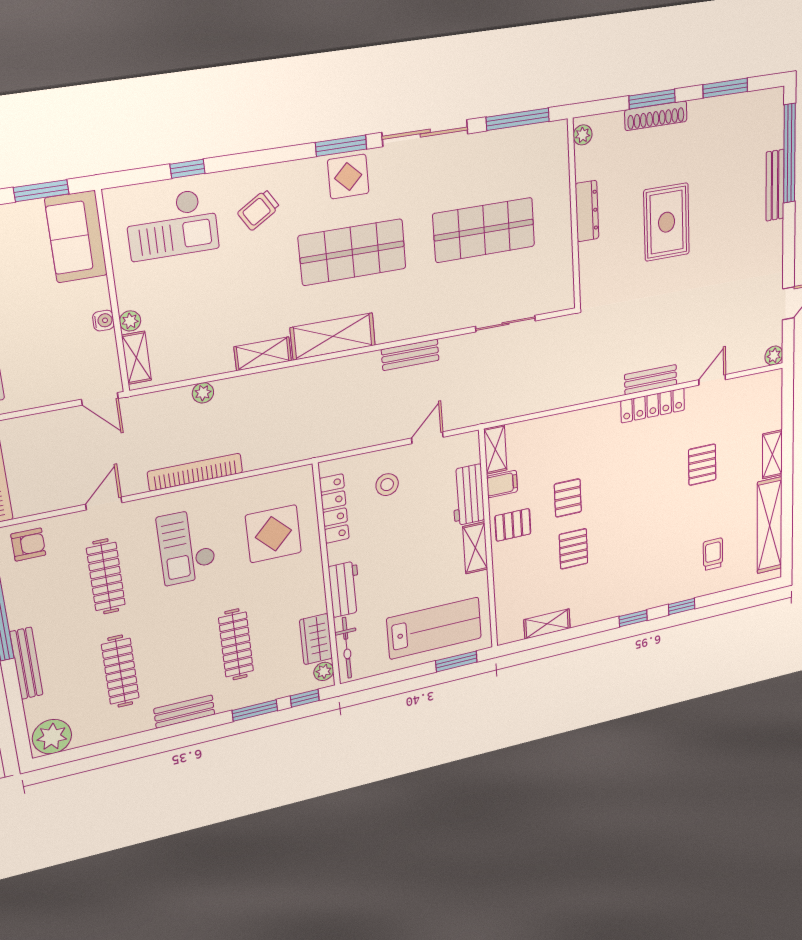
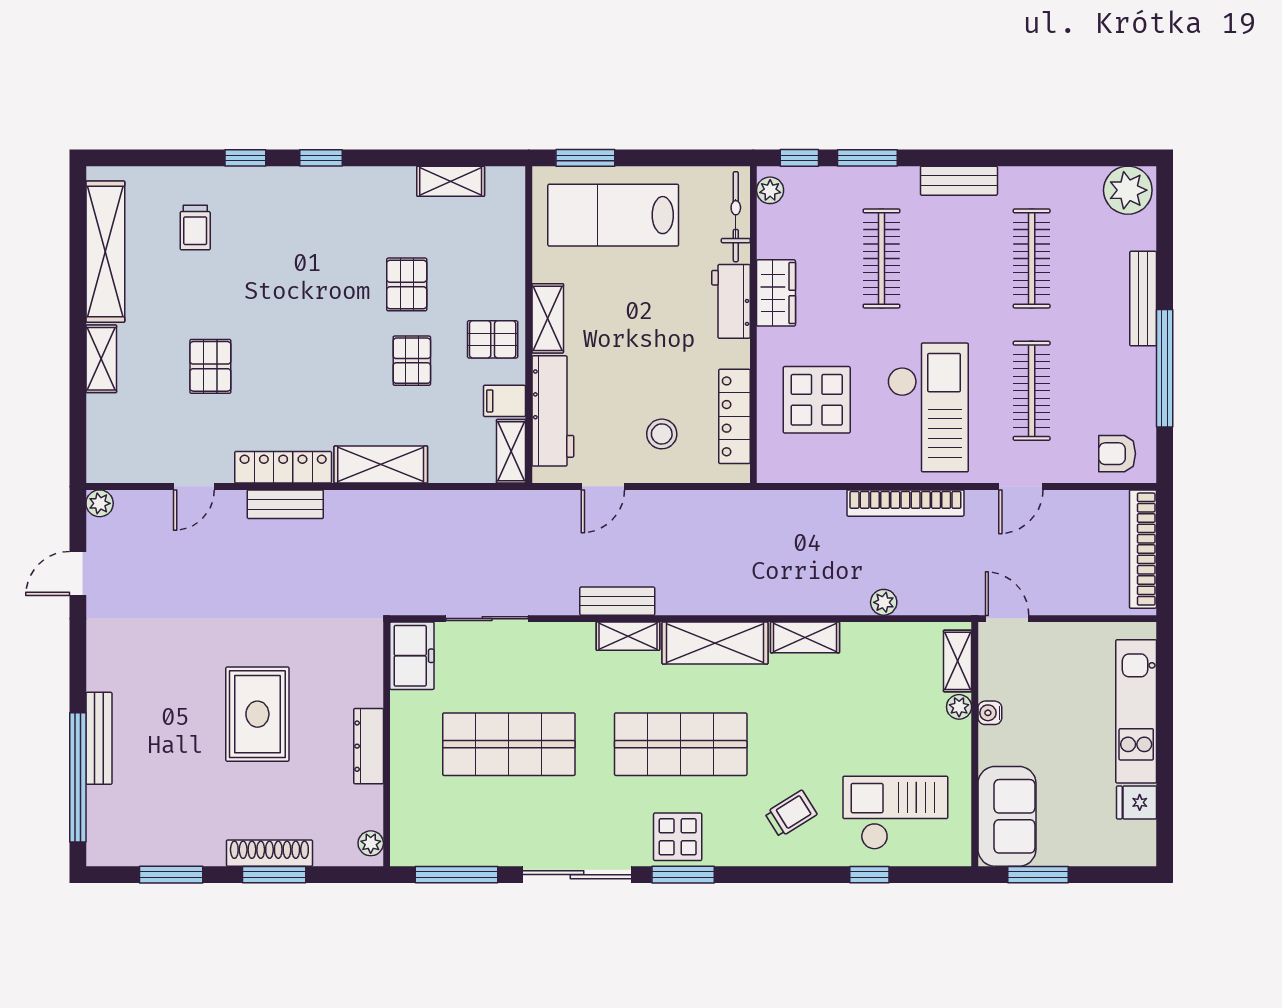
freezer: (559, 286) -> (412, 656), added
shelving: (400, 330) -> (628, 636), added
shelving: (586, 421) -> (381, 464), added
workbench: (468, 495) -> (553, 411), width x1.38
checkout: (187, 547) -> (928, 407), width x1.36, depth x1.21
wardrobe: (316, 639) -> (776, 293), moved

